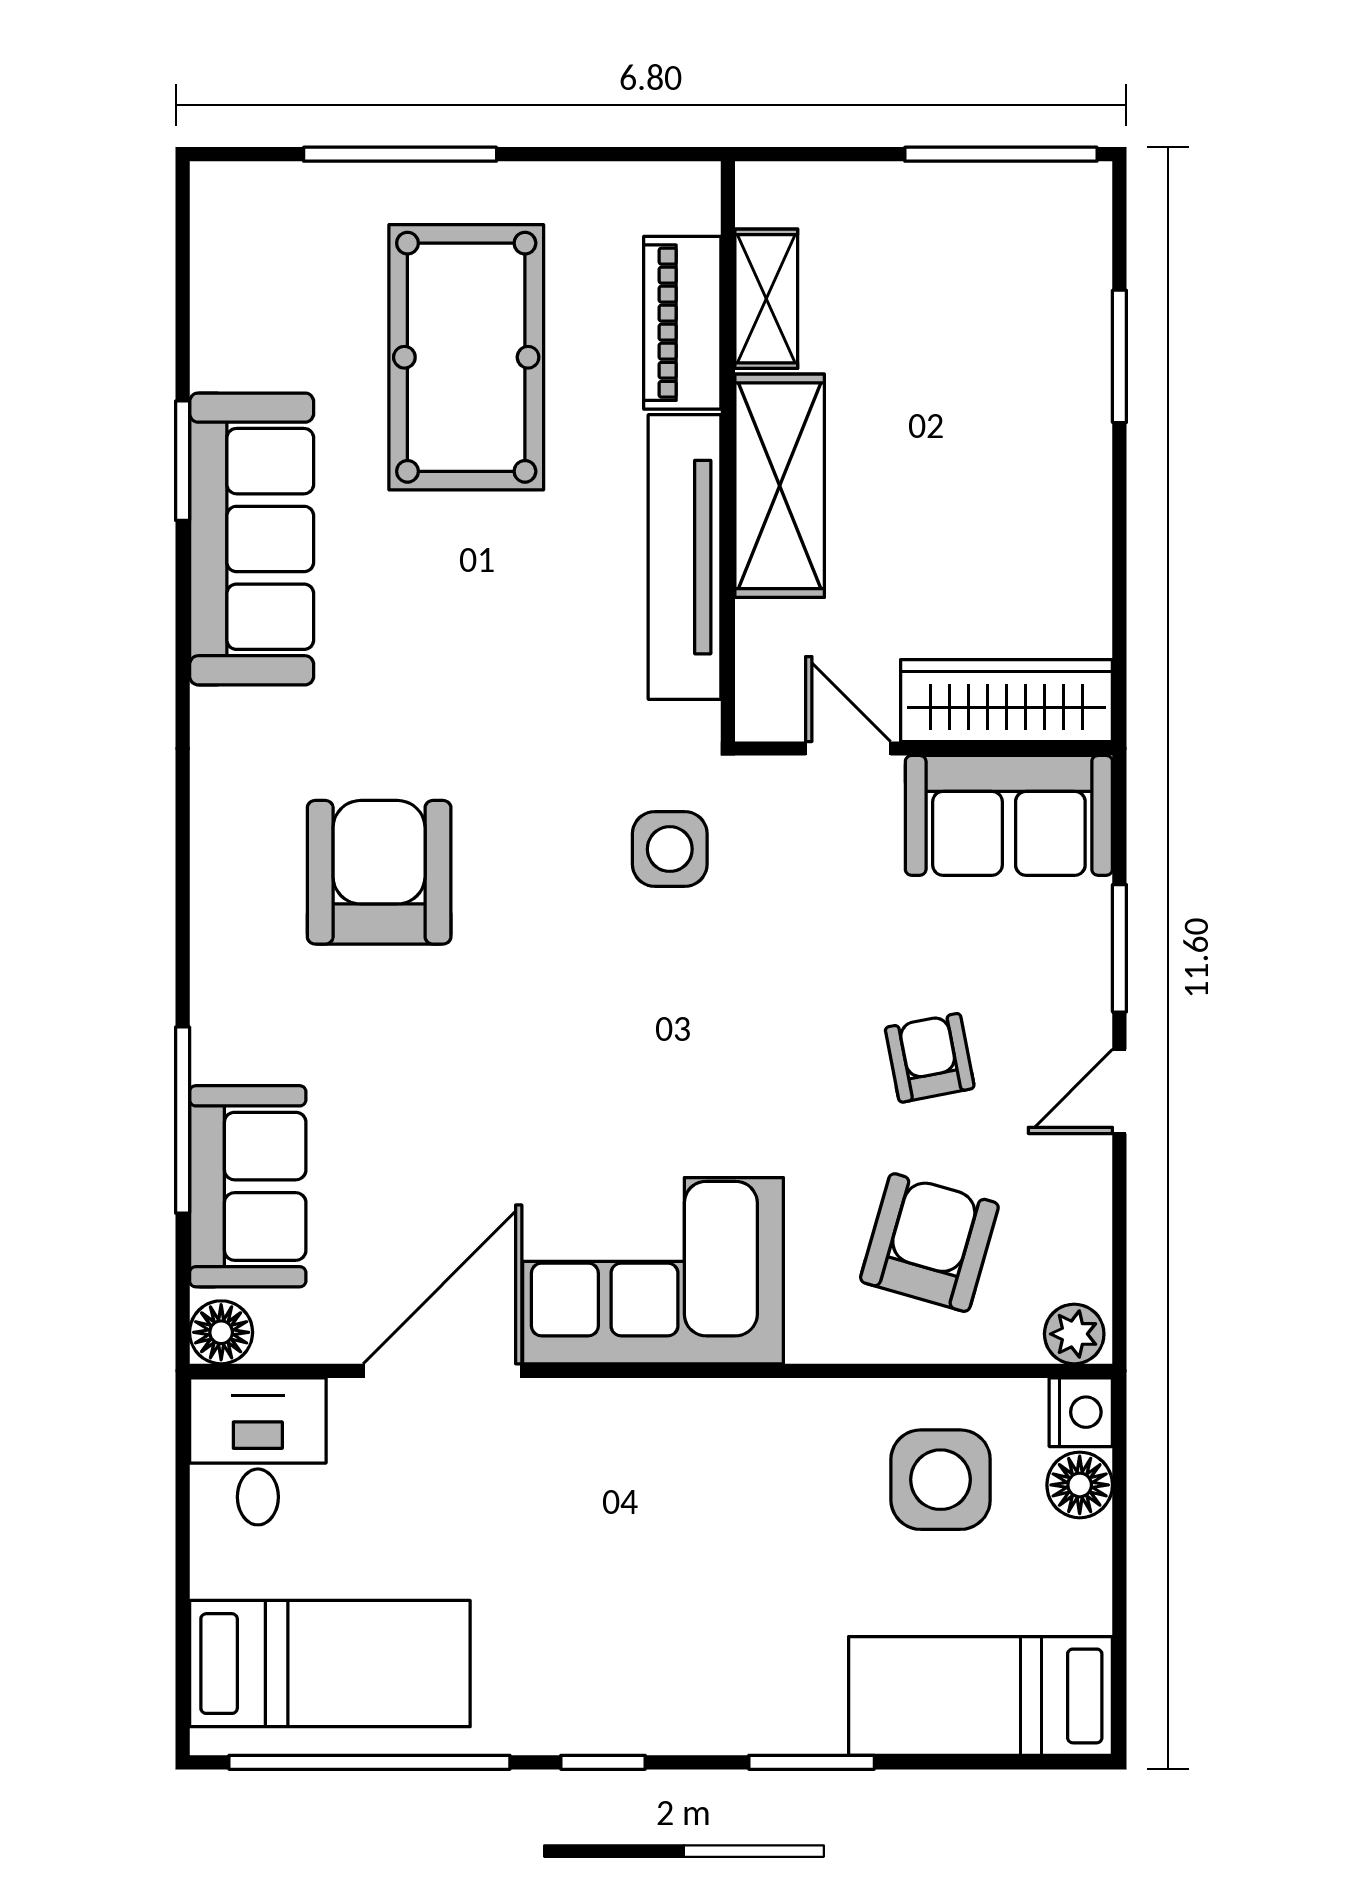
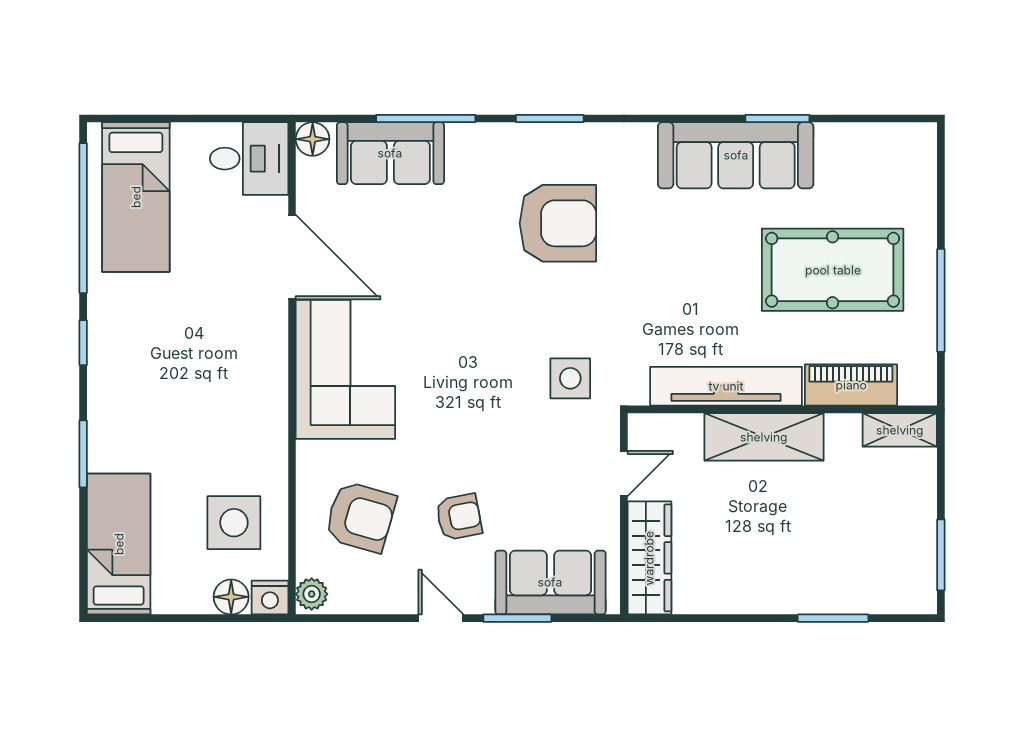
window: (400, 154) -> (941, 300), moved
window: (1001, 154) -> (941, 555), width x0.69
shelving: (766, 299) -> (900, 430), moved
sofa: (1009, 815) -> (550, 582), moved, turned 90
window: (183, 887) -> (550, 119), added

